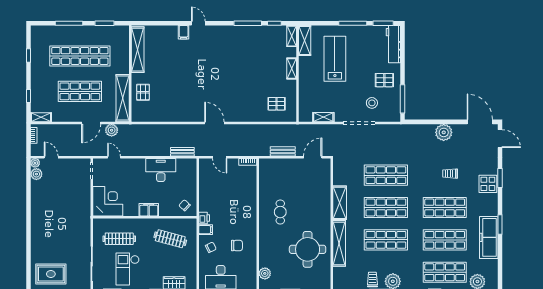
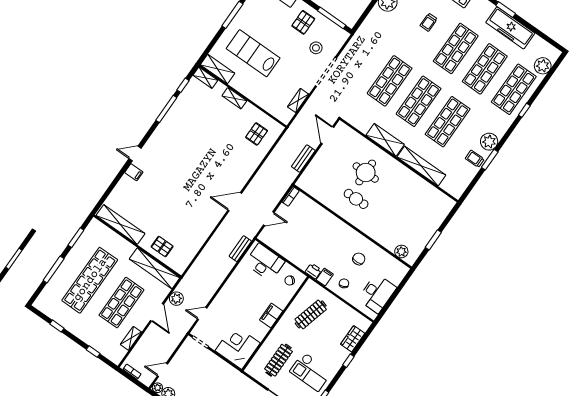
shelving: (41, 117) -> (131, 338), moved
desk: (161, 170) -> (265, 262), moved, turned 90
round table: (308, 249) -> (366, 172), moved, width x0.73, depth x0.73

